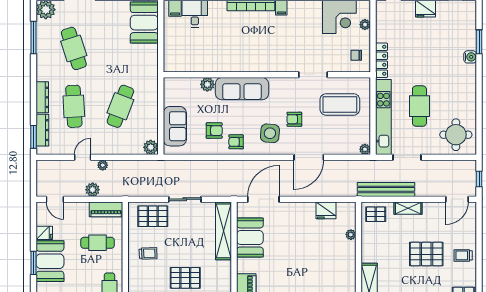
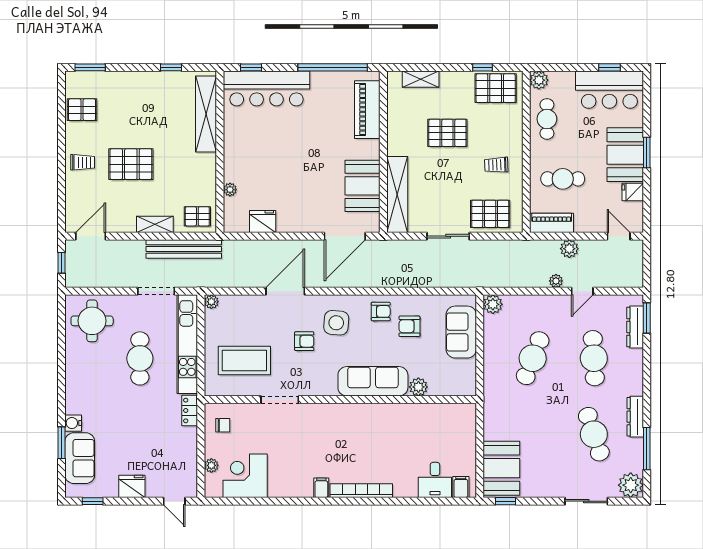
sofa: (465, 30) -> (80, 458), added
locker: (382, 60) -> (190, 410), width x0.66
dresser: (42, 97) -> (635, 417), moved

